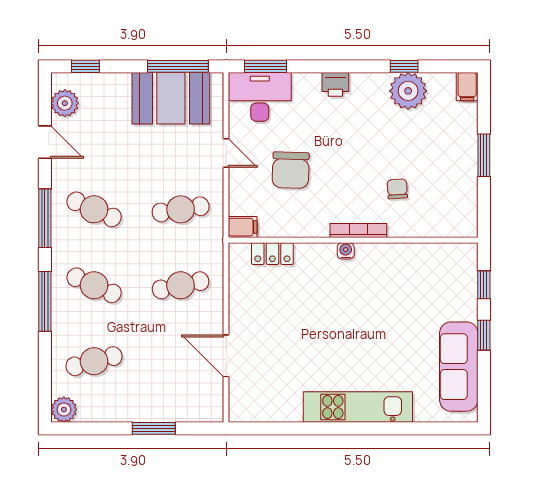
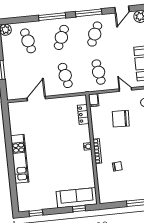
door: (226, 153) -> (125, 90), swing flipped
window: (484, 335) -> (36, 213), moved
sofa: (459, 367) -> (77, 198), moved

